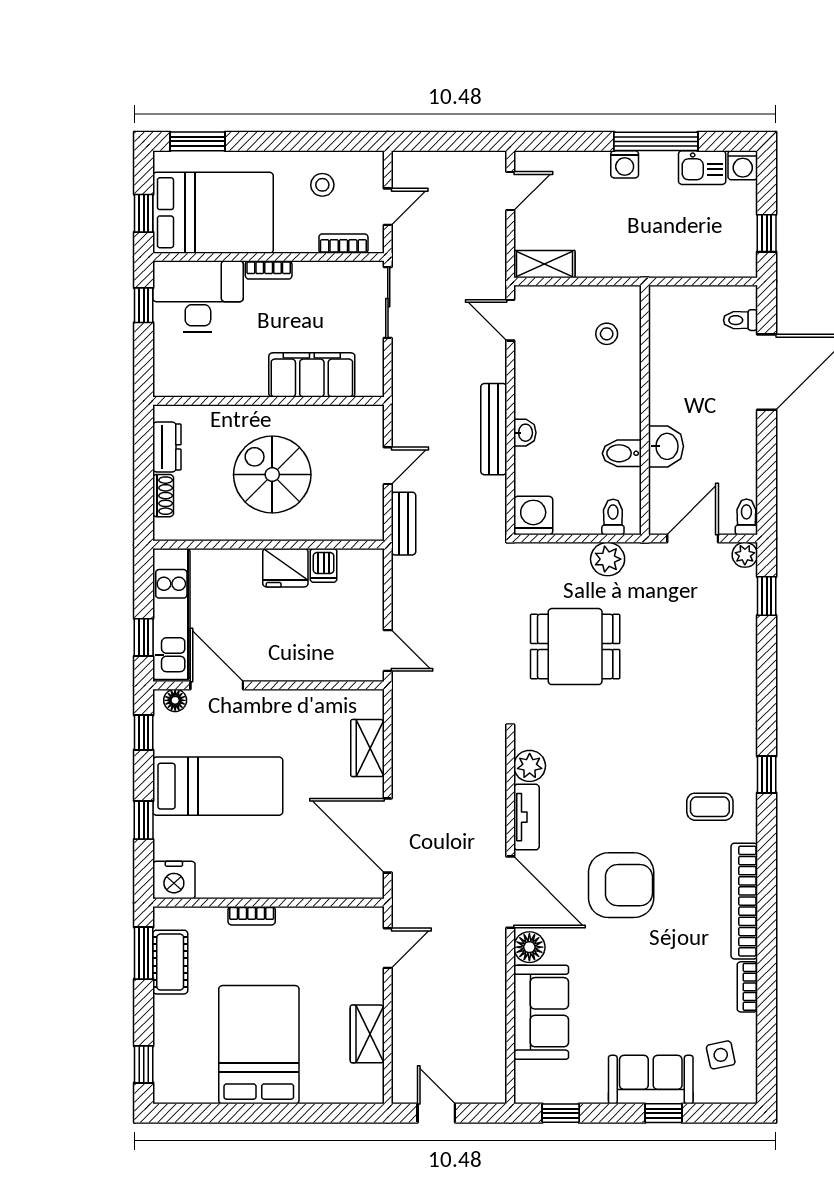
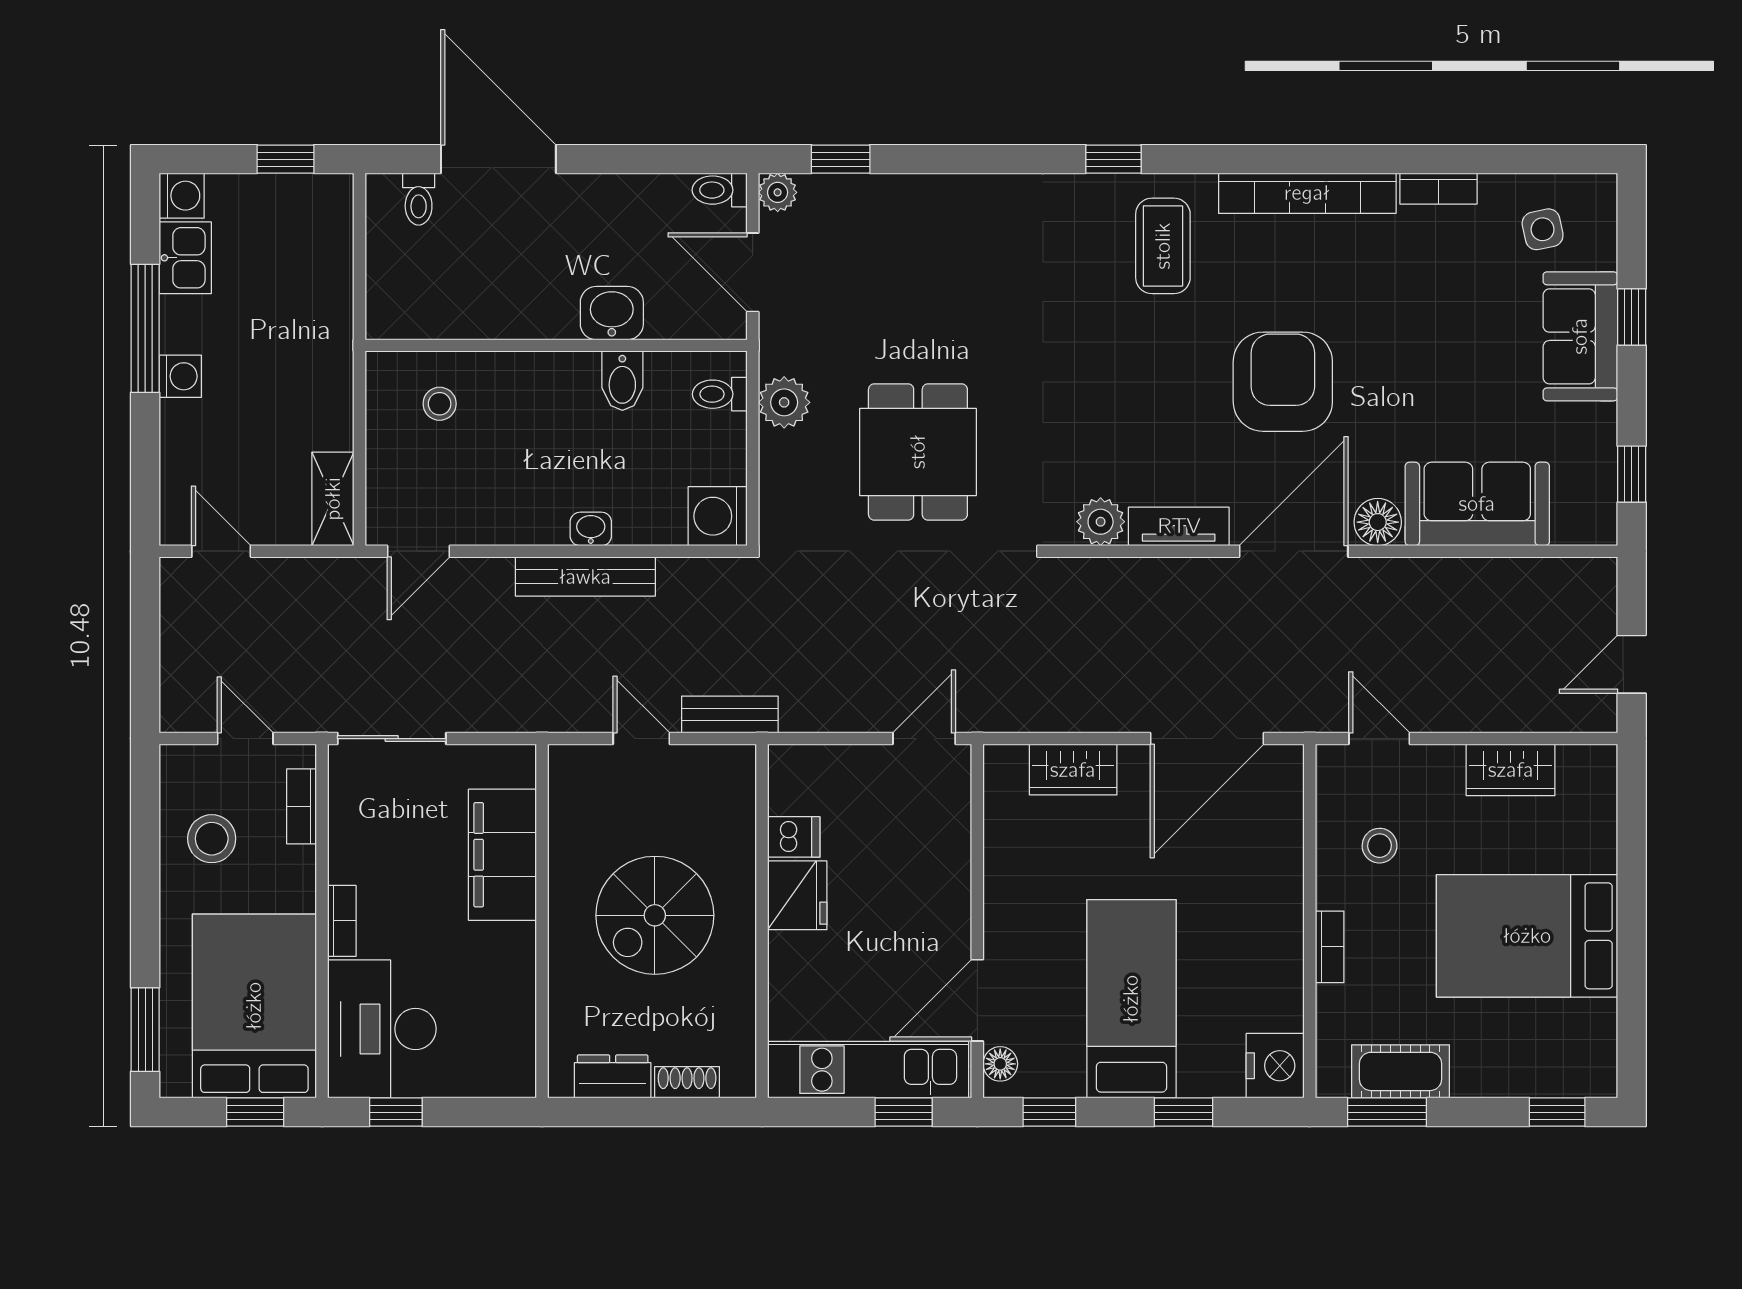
stool: (322, 185) -> (212, 839), width x1.37, depth x1.37
coffee table: (710, 807) -> (1163, 246), width x1.36, depth x1.30
stool: (318, 948) -> (1380, 846), added

